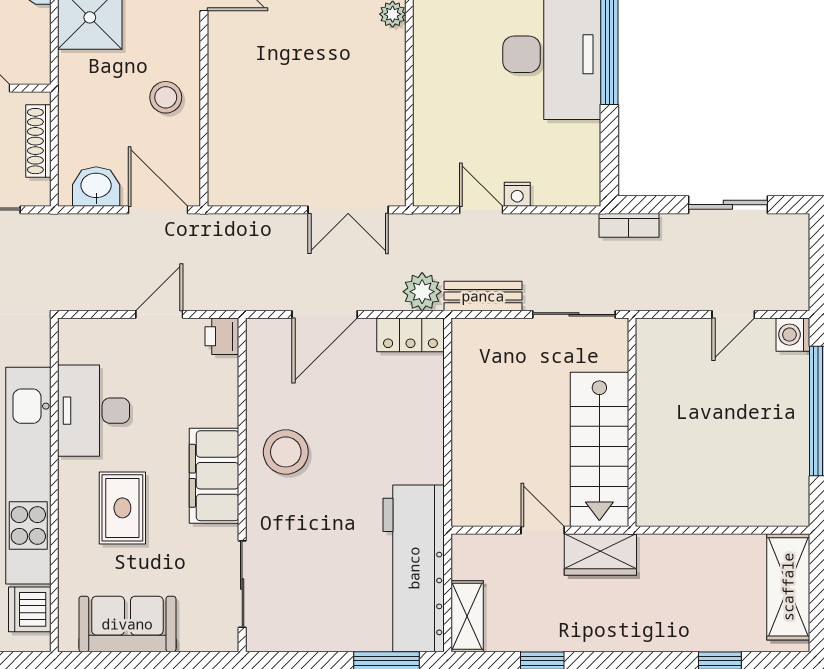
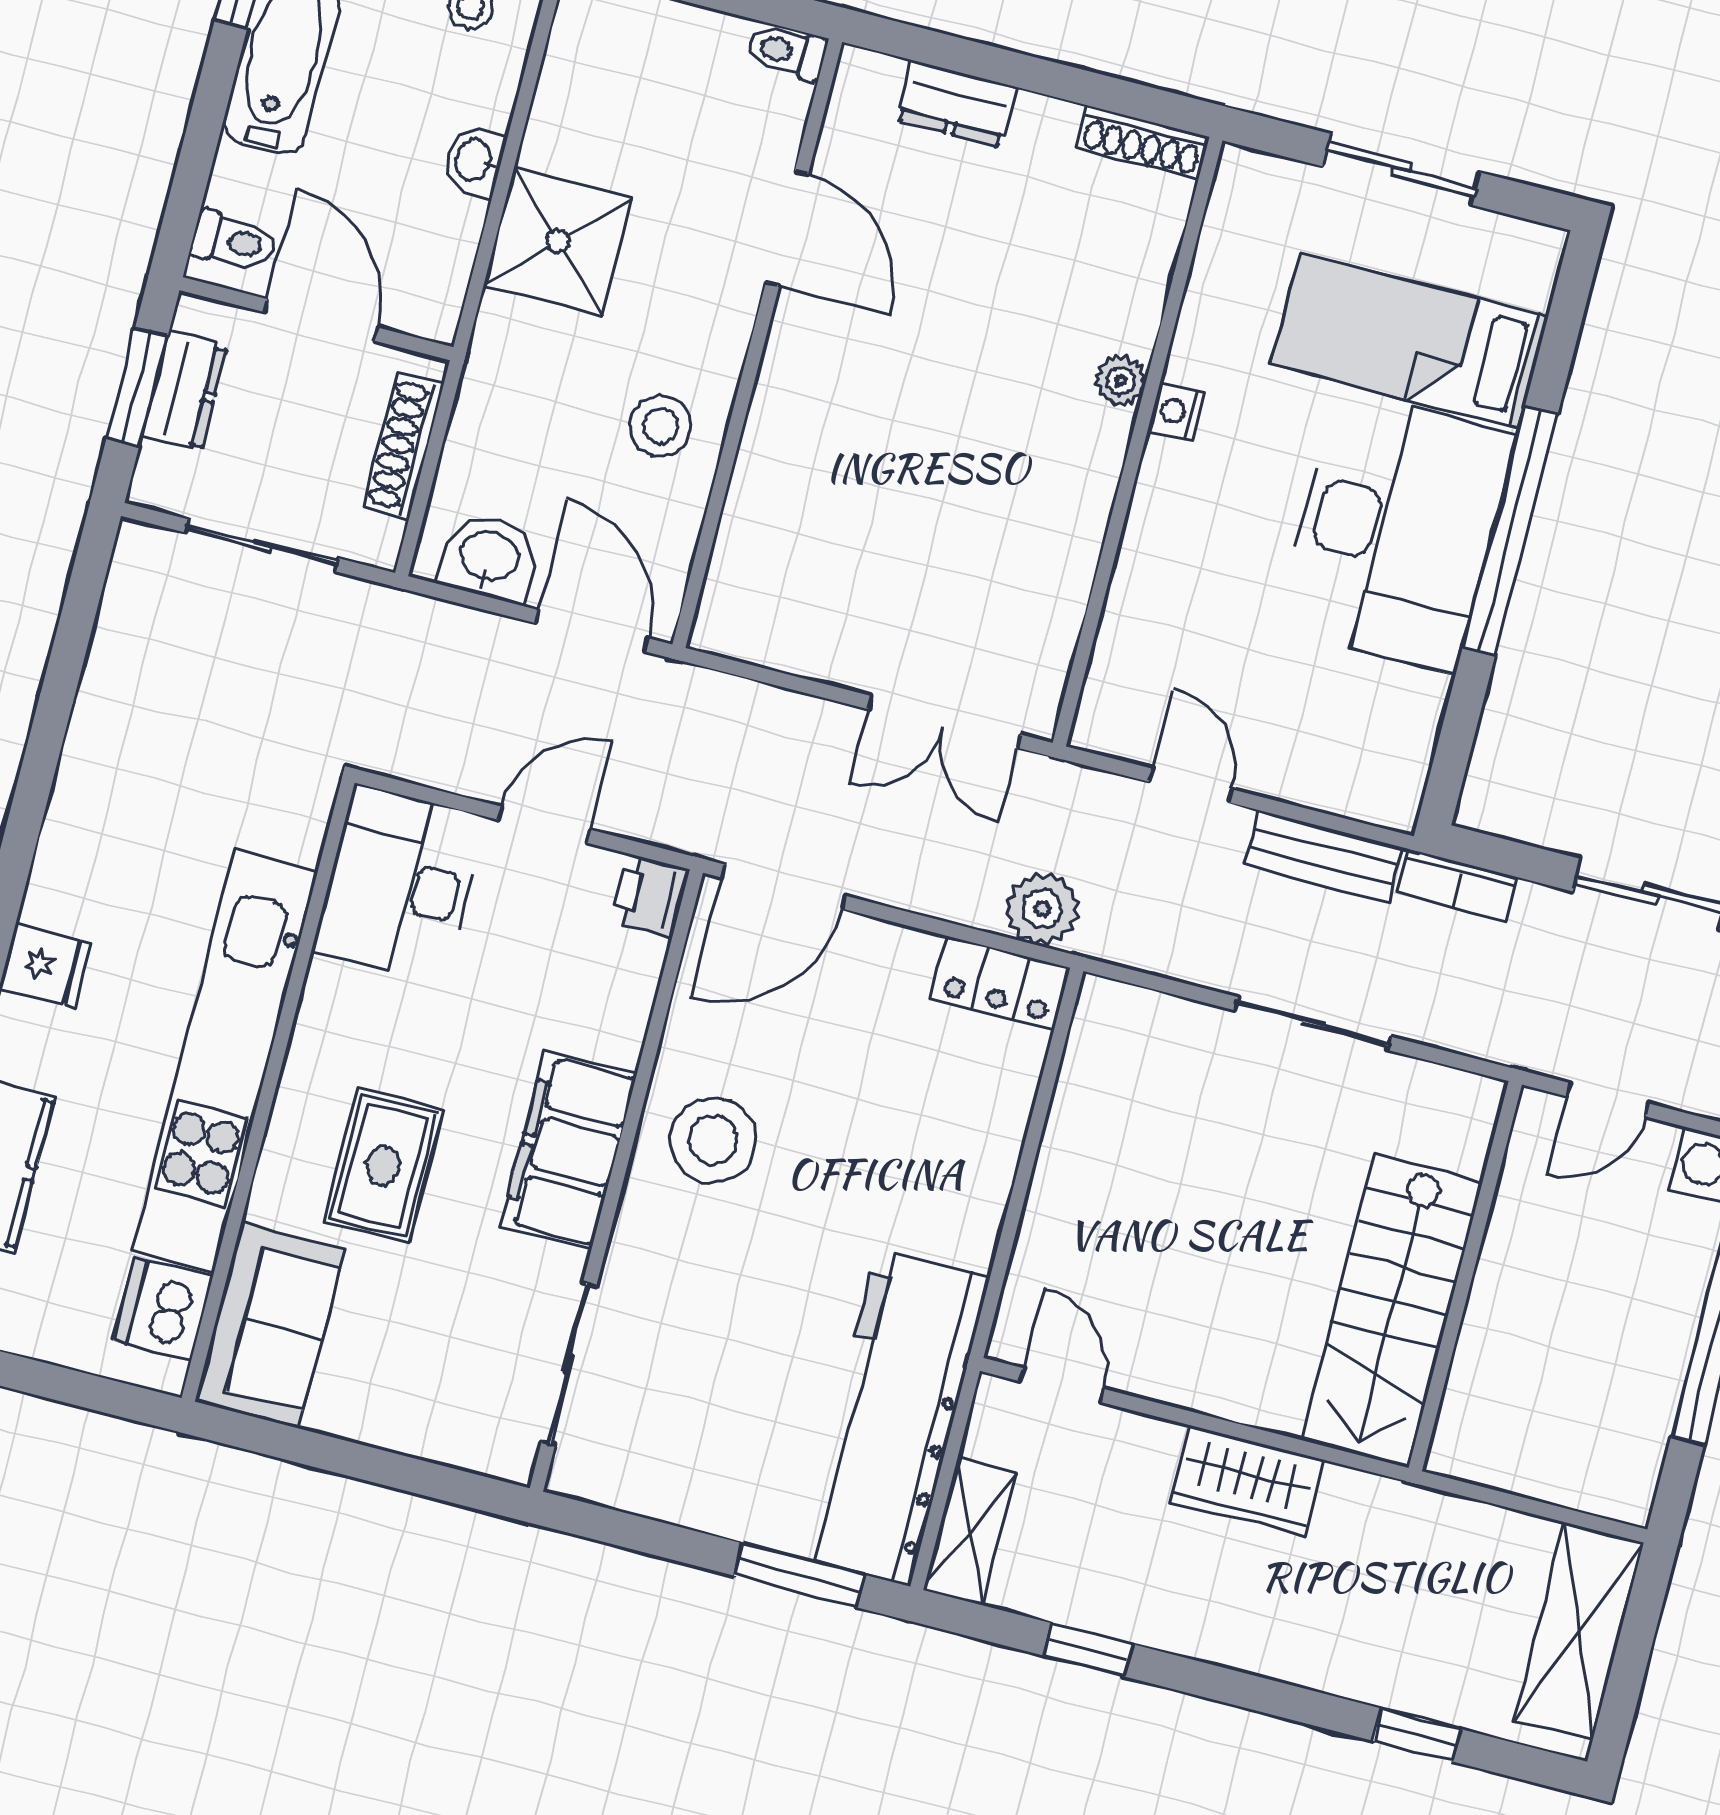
nightstand: (517, 194) -> (1176, 412), moved, turned 90
bench: (483, 296) -> (1324, 856), moved
door: (325, 314) -> (784, 887), moved
desk: (94, 411) -> (399, 884), moved
wall: (632, 422) -> (1465, 1276), moved
stairs: (599, 449) -> (1392, 1311), moved
door: (543, 530) -> (1061, 1385), moved
sofa: (127, 624) -> (270, 1325), moved, turned 90

